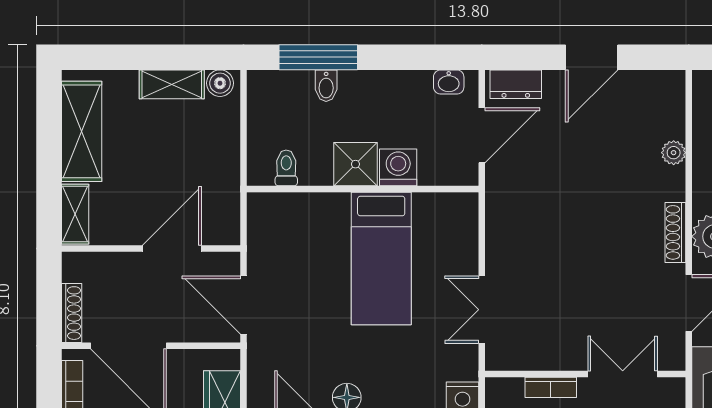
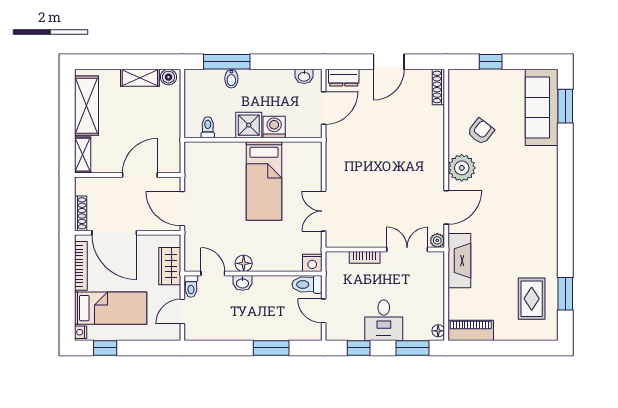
plant: (674, 153) -> (437, 240), moved
shoe rack: (675, 232) -> (438, 87), moved

